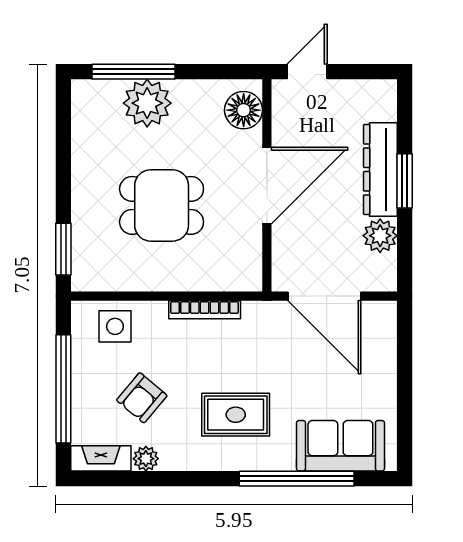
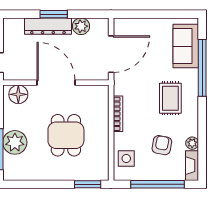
armchair: (142, 398) -> (162, 145), turned -120

